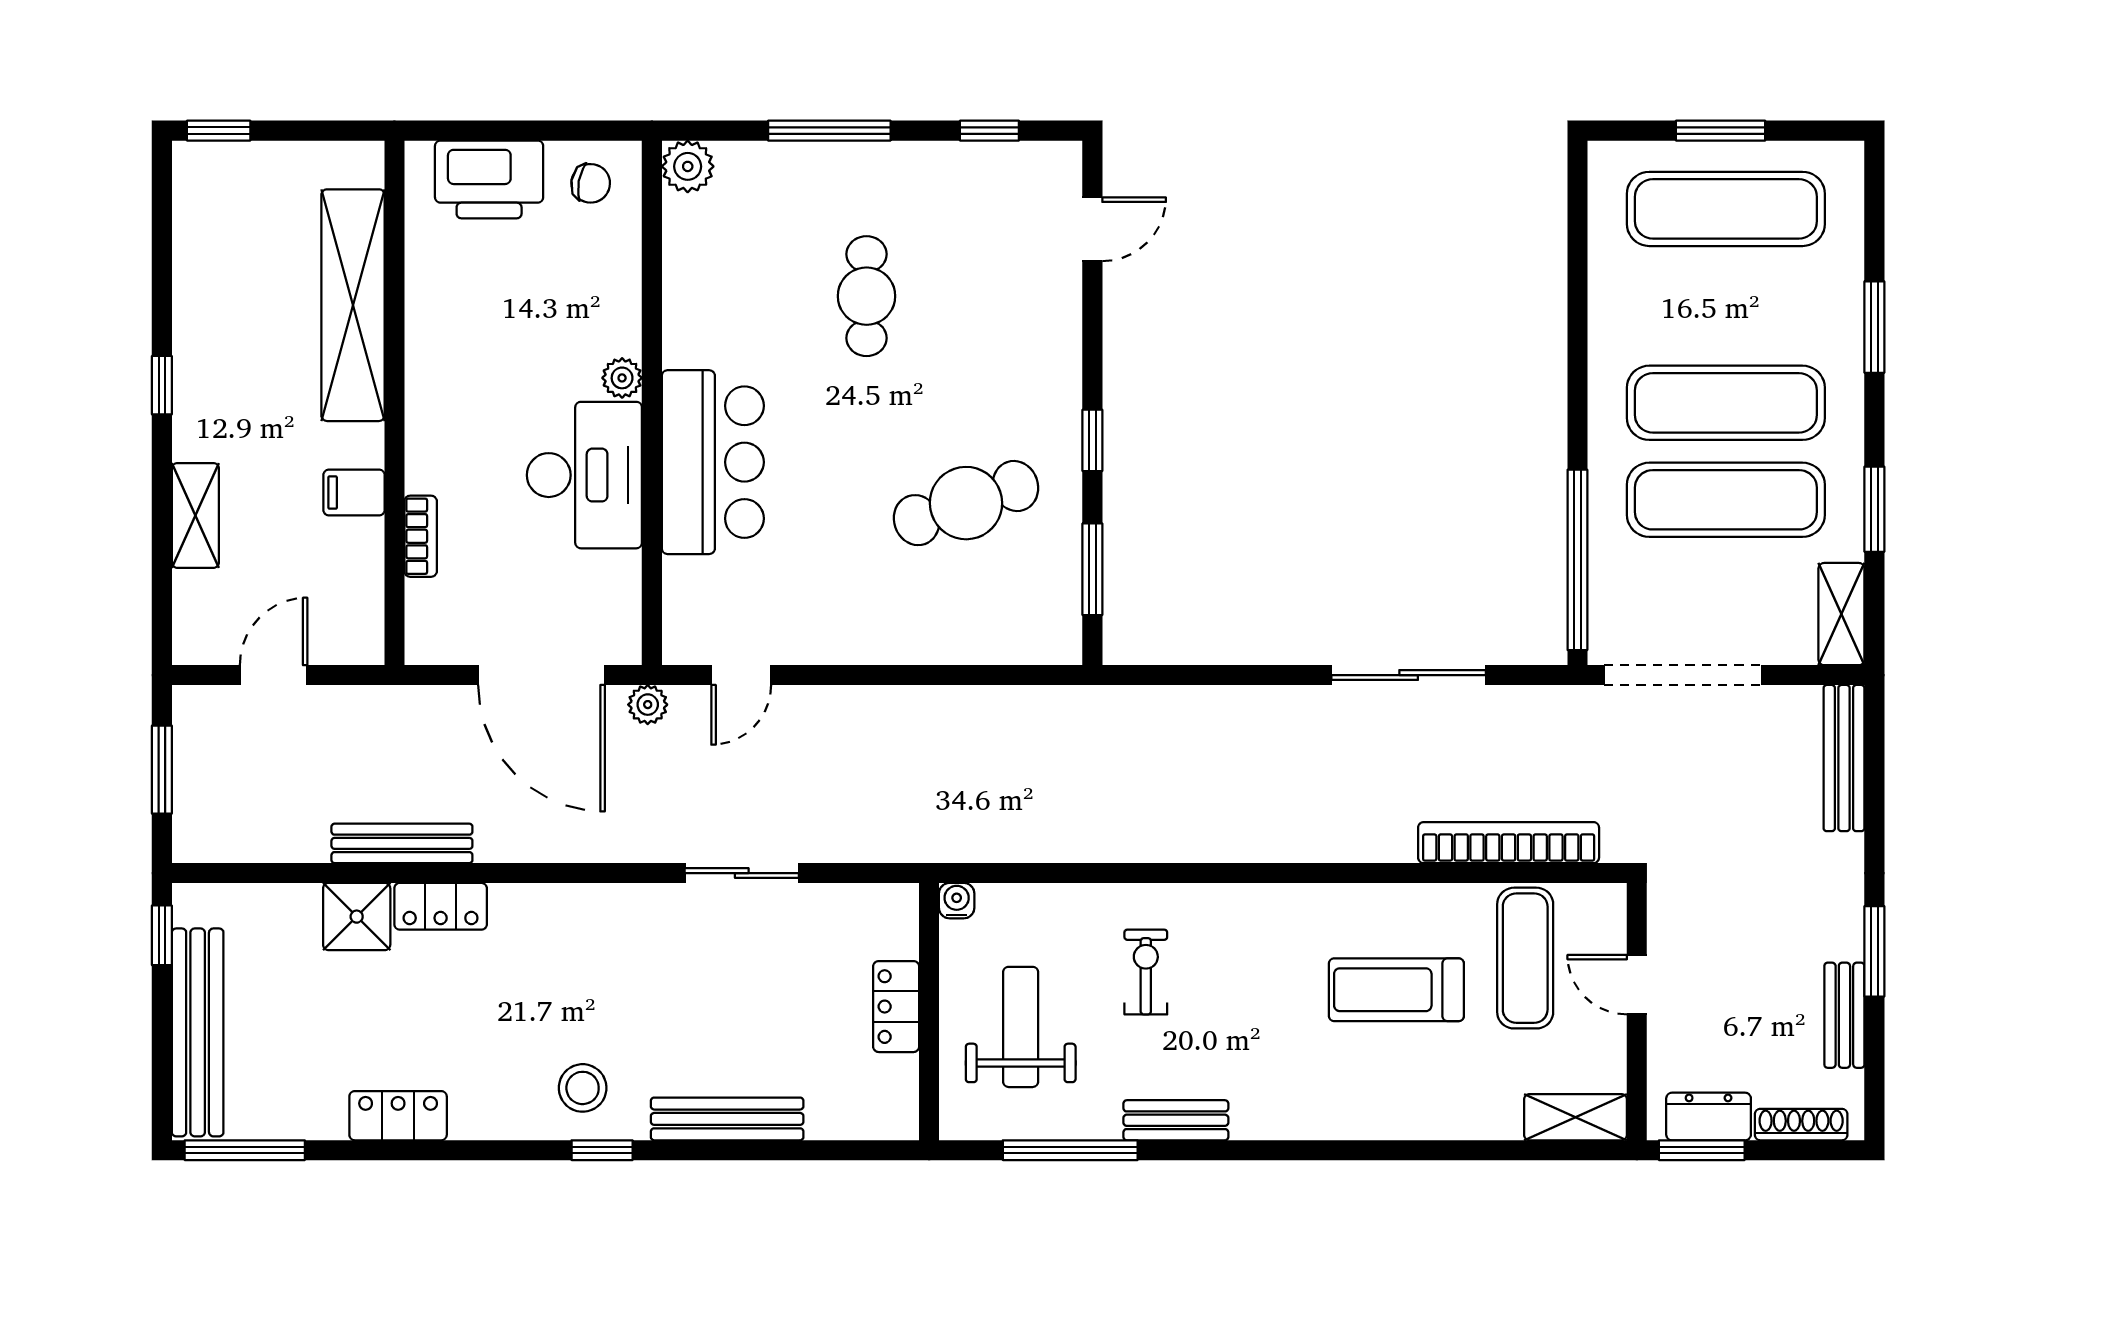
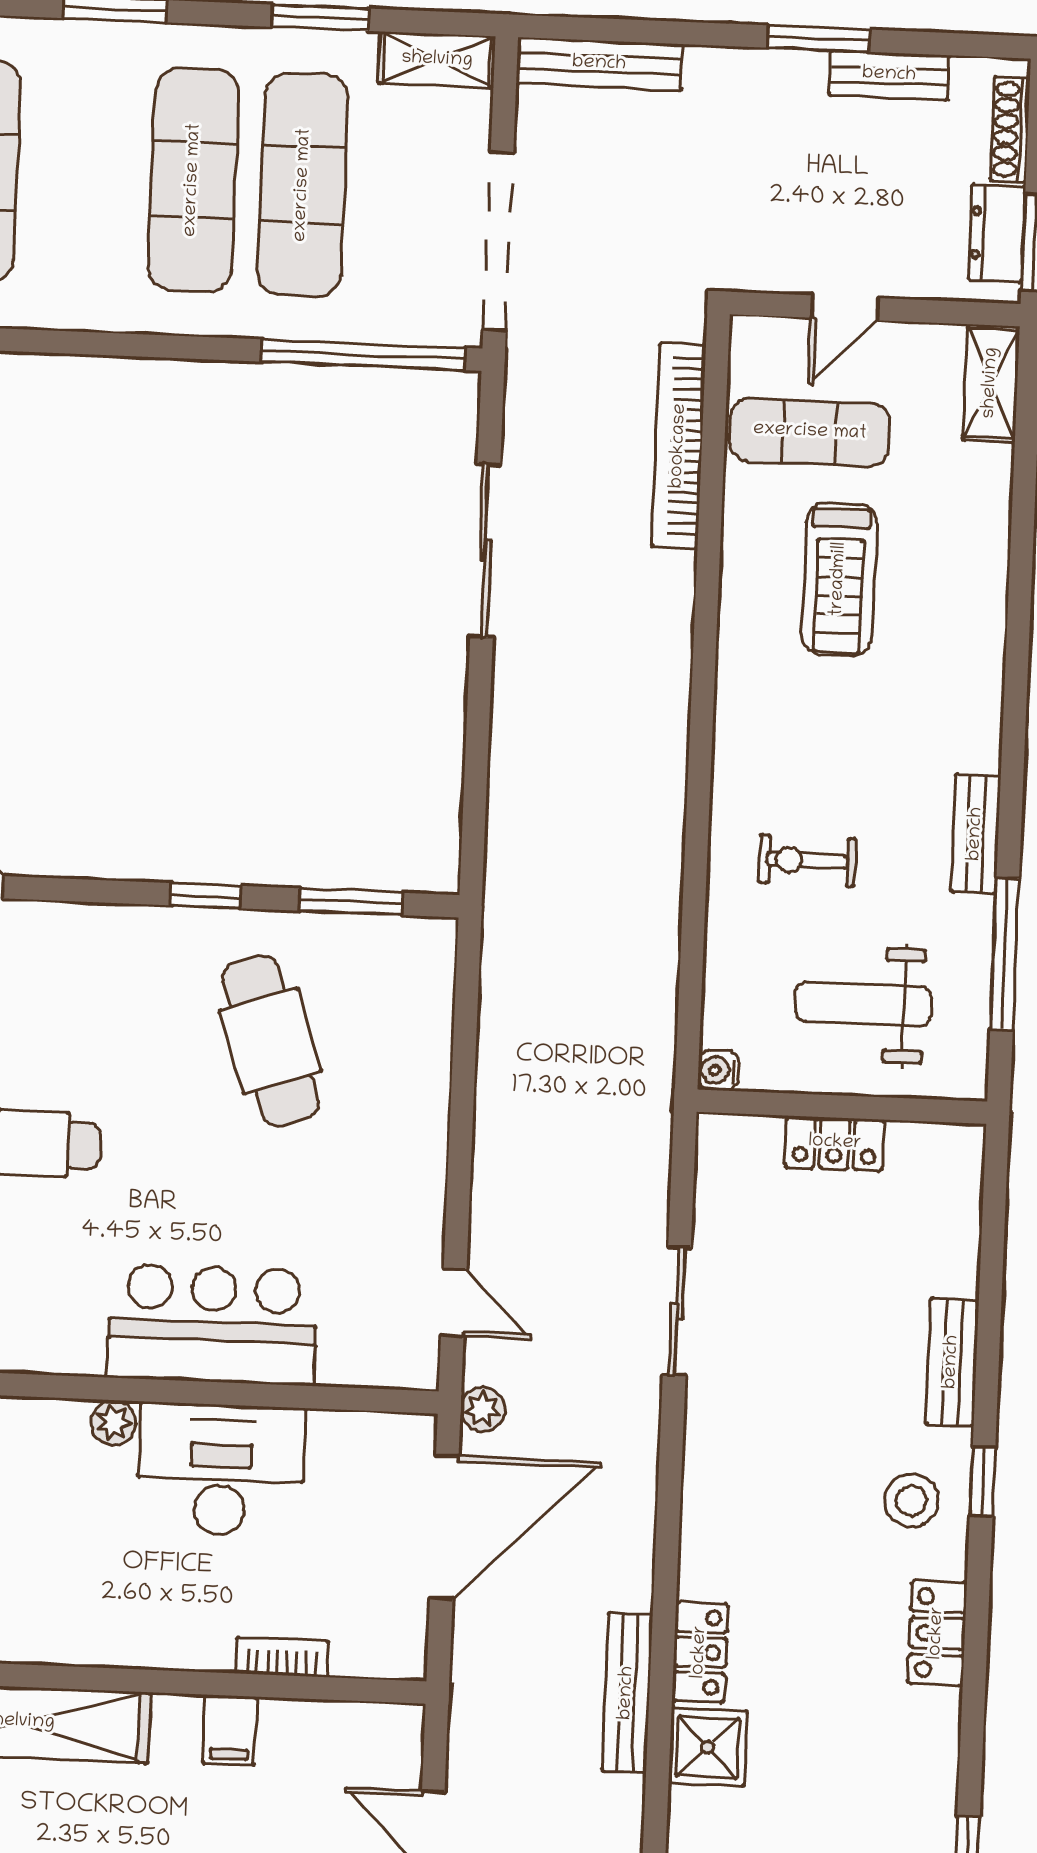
locker: (398, 1116) -> (937, 1633), moved
bench: (727, 1119) -> (952, 1362), width x0.73

